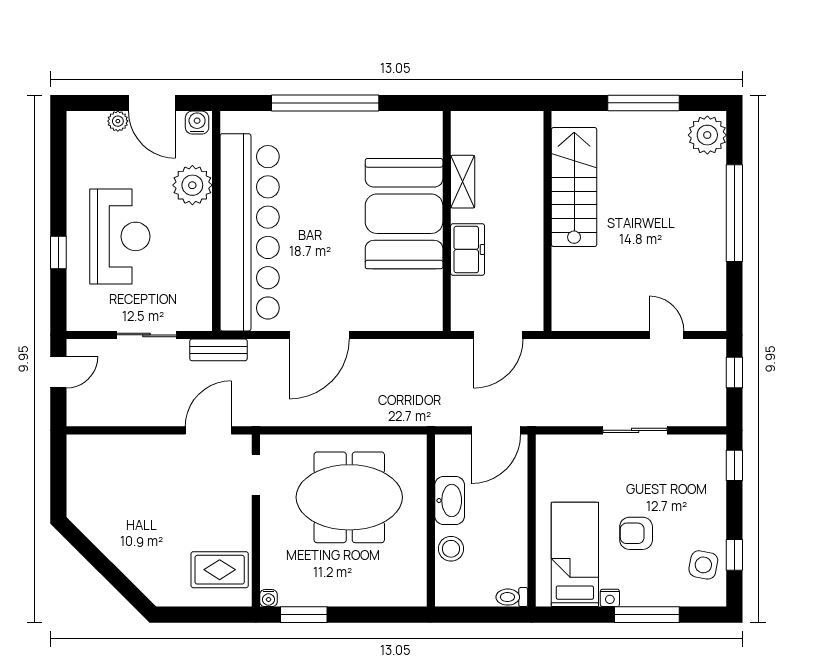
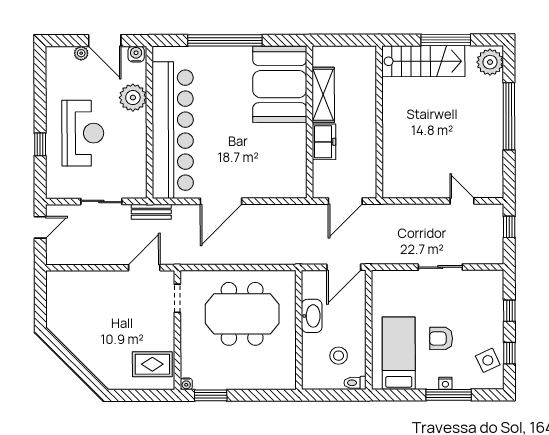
shelving: (463, 182) -> (323, 95), width x1.50, depth x1.33
stairs: (574, 187) -> (423, 61), moved, turned 90
booth: (404, 214) -> (280, 84), moved
window: (734, 465) -> (509, 311), moved
stool: (451, 549) -> (339, 356), moved
side table: (703, 565) -> (488, 360), turned -36
nightstand: (610, 598) -> (445, 383), moved

